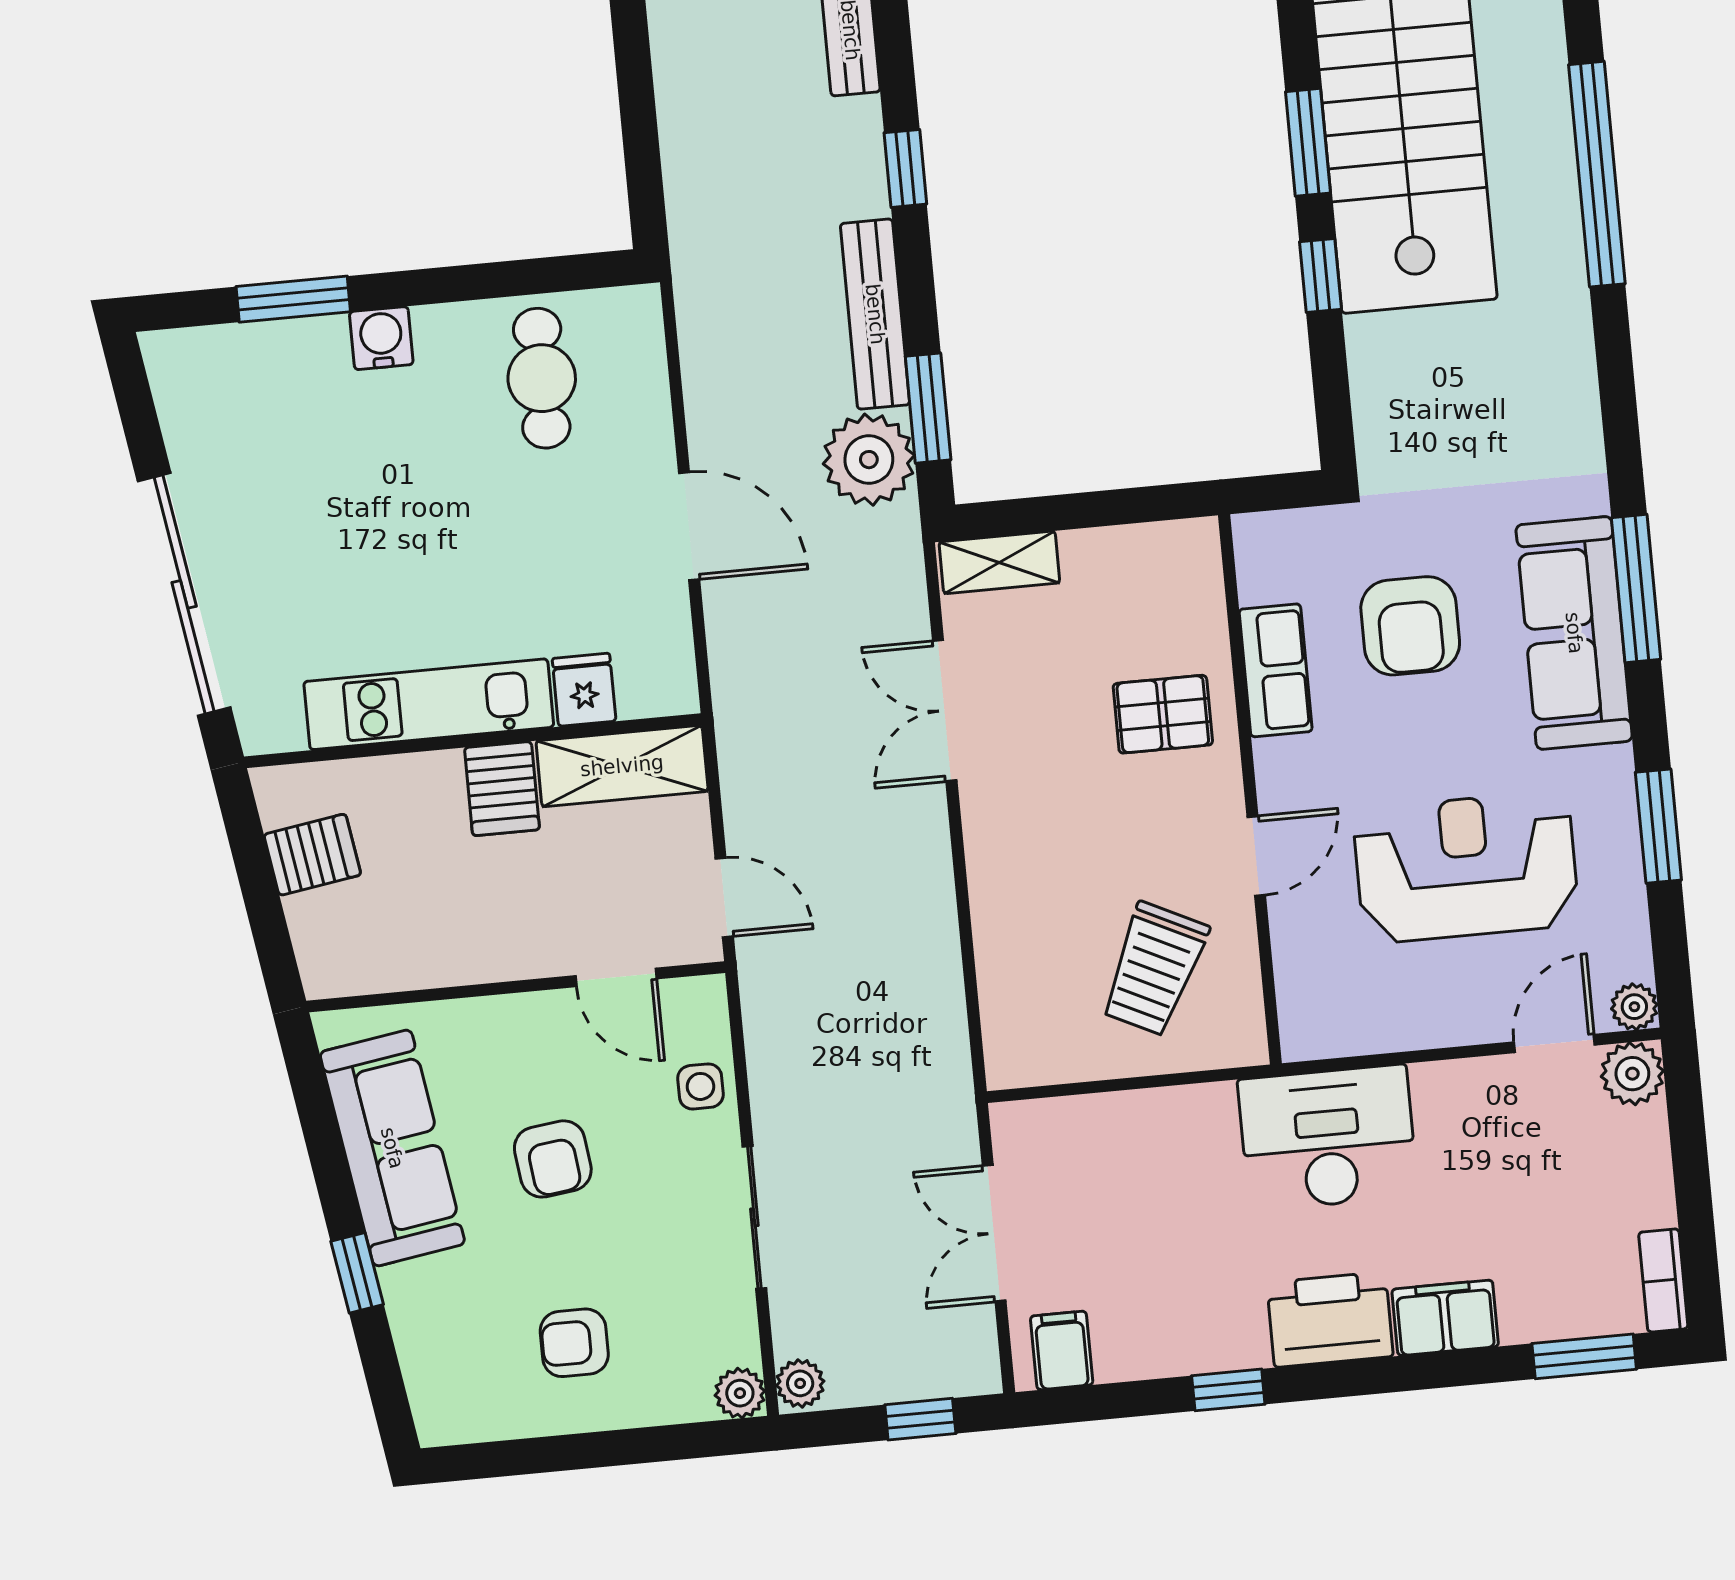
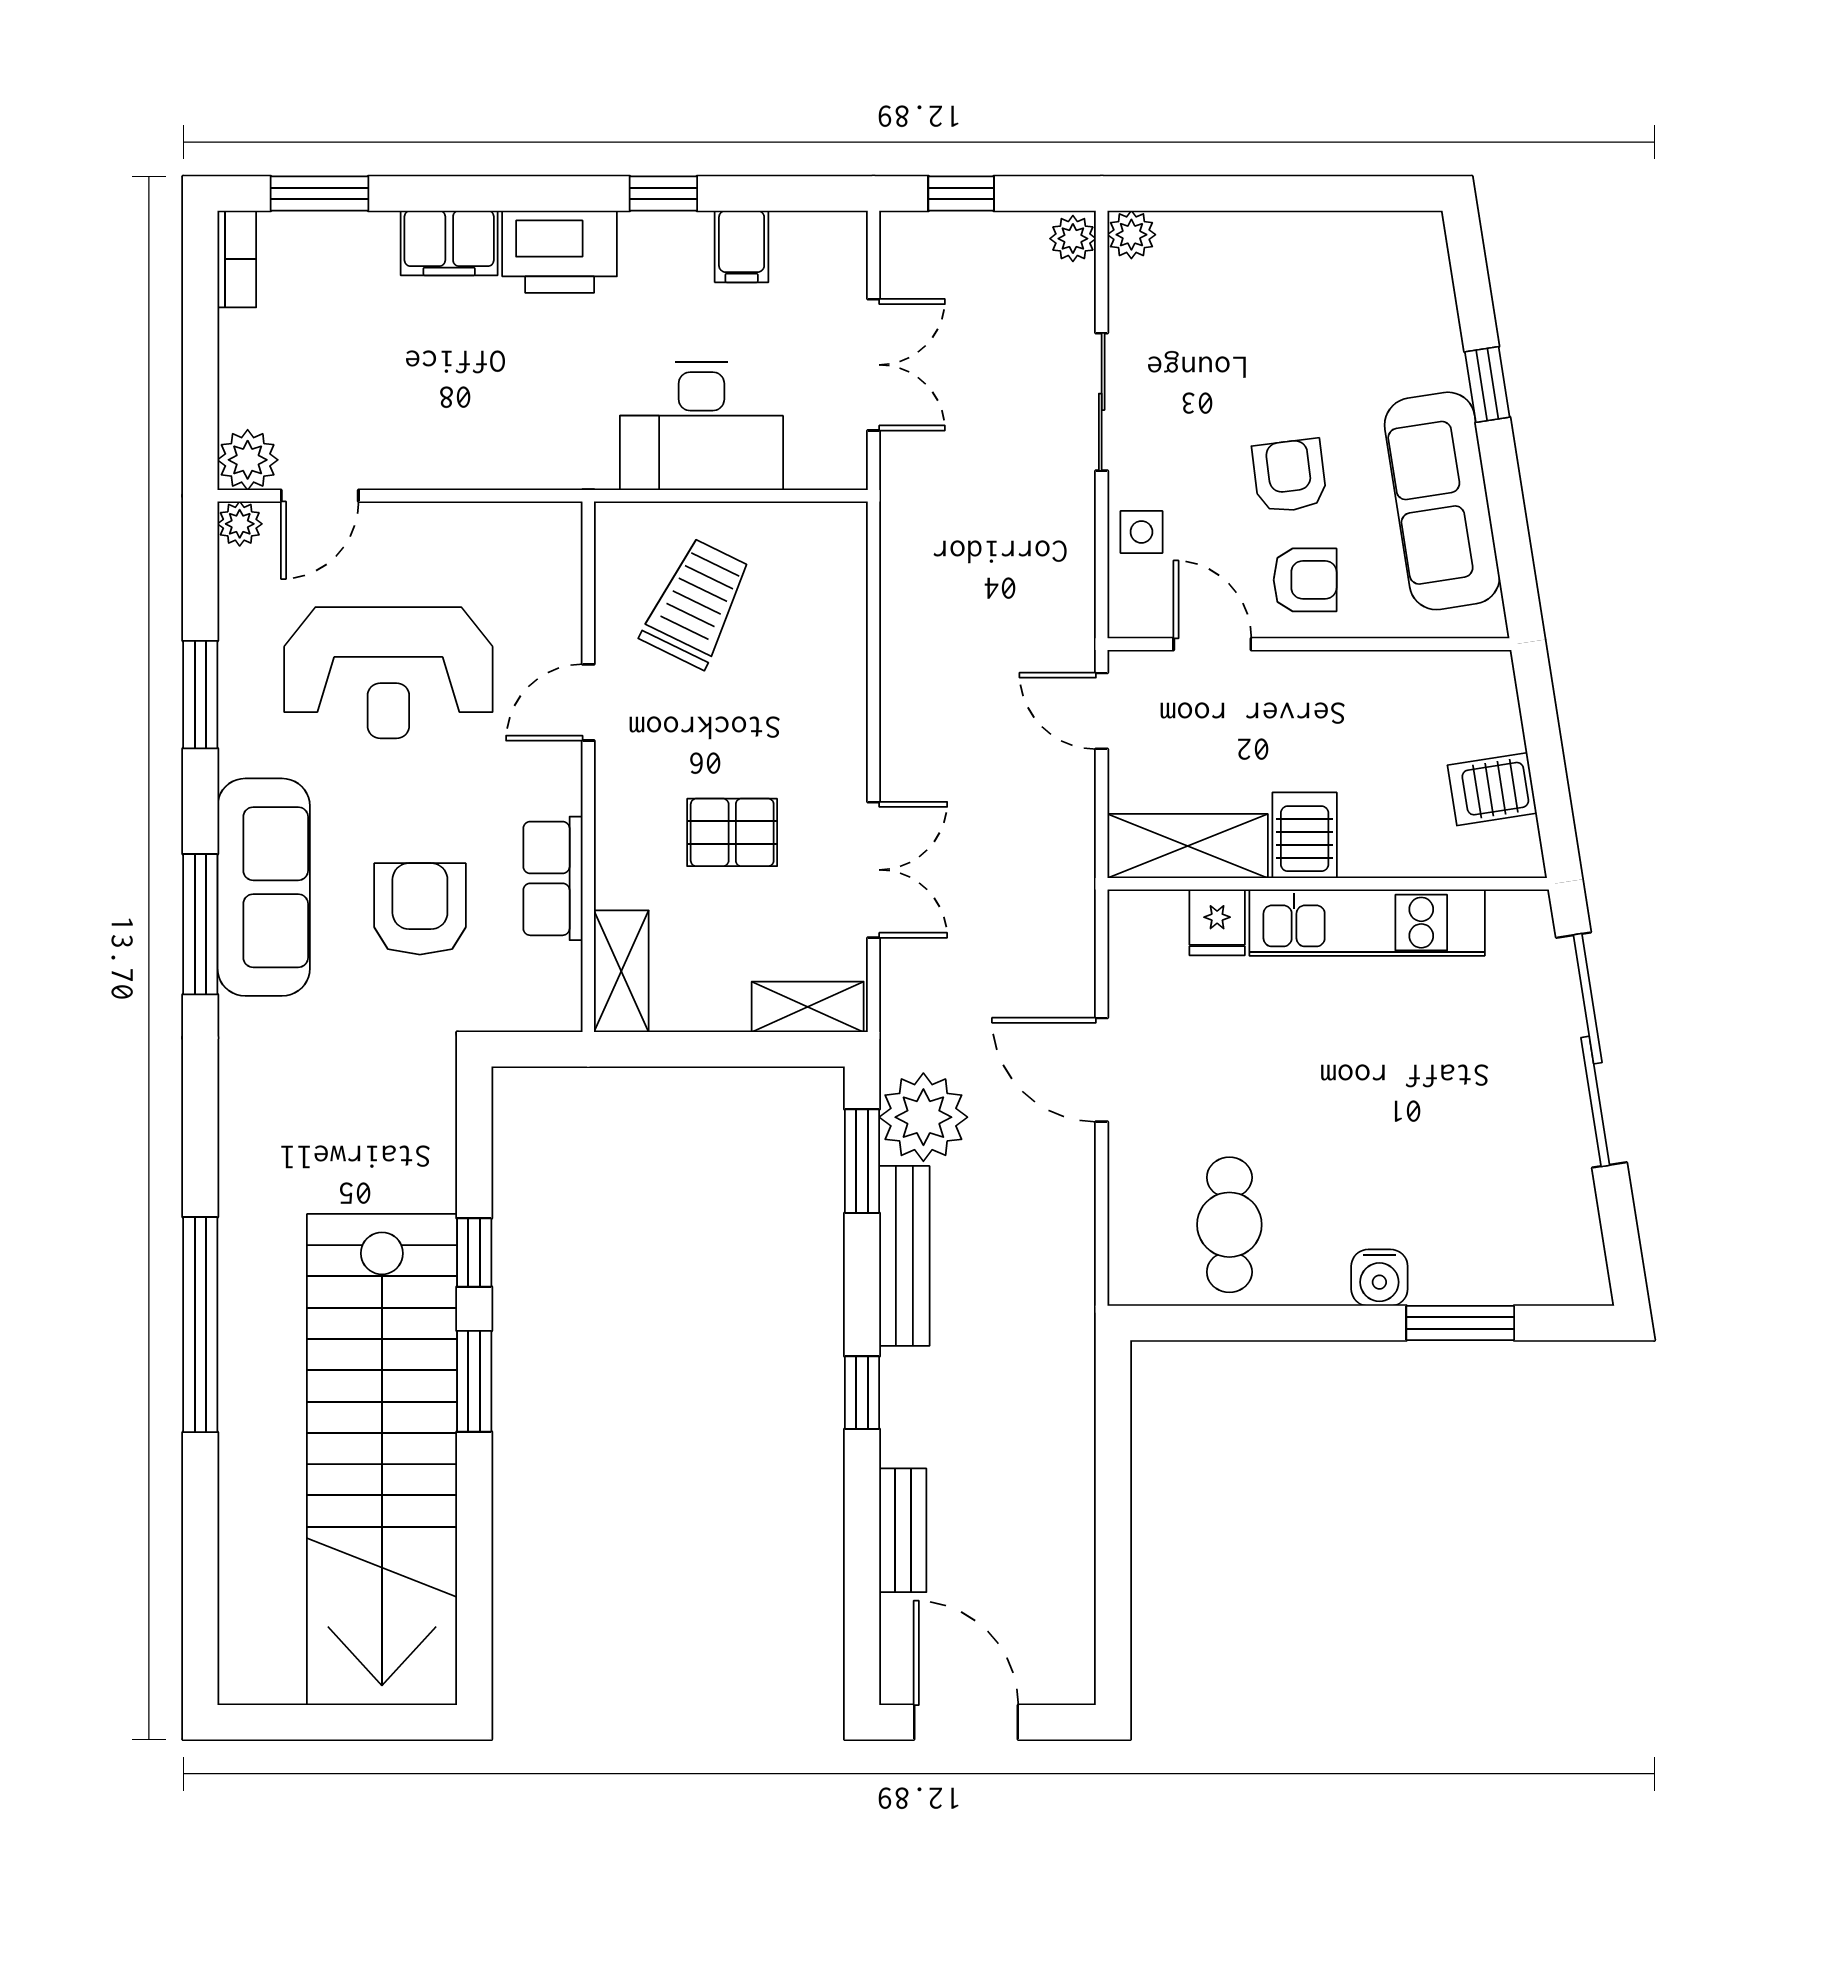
shelving: (1196, 581) -> (621, 971), added
pallet: (1163, 714) -> (732, 832), moved
desk: (1328, 1138) -> (701, 426), moved
armchair: (574, 1343) -> (1305, 580), moved
filing cabinet: (1062, 1350) -> (742, 246), moved

